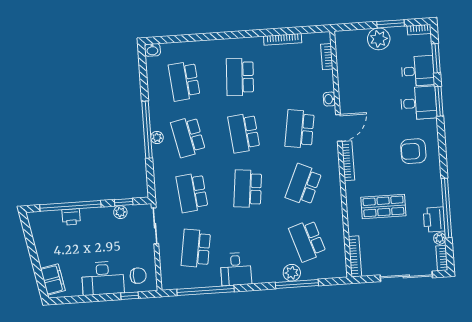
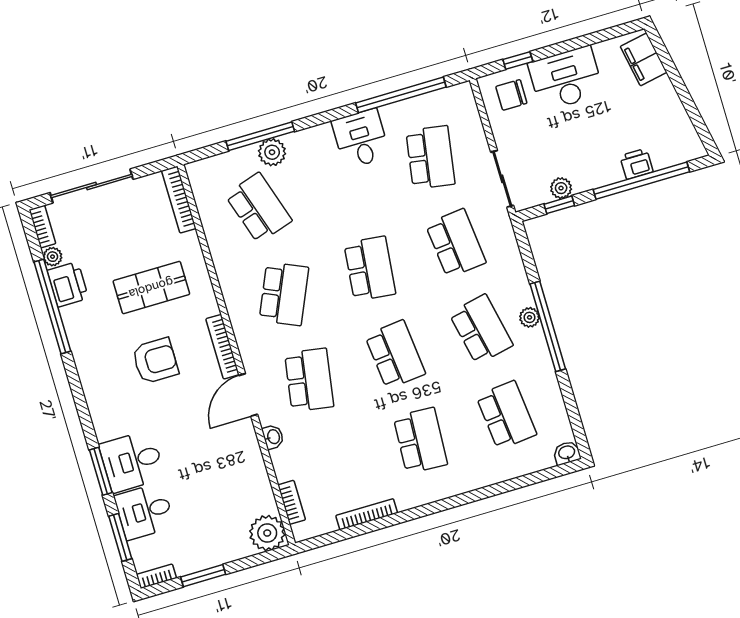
plant: (379, 39) -> (267, 533), moved
armchair: (413, 151) -> (155, 361), moved

